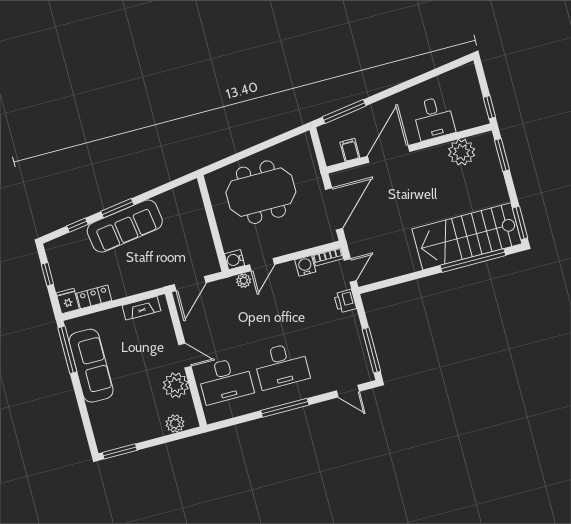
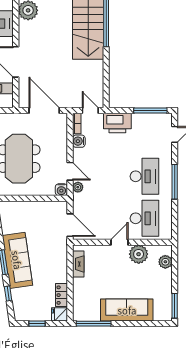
printer: (345, 301) -> (117, 123), width x1.87, depth x1.48
sofa: (91, 366) -> (127, 310), moved

